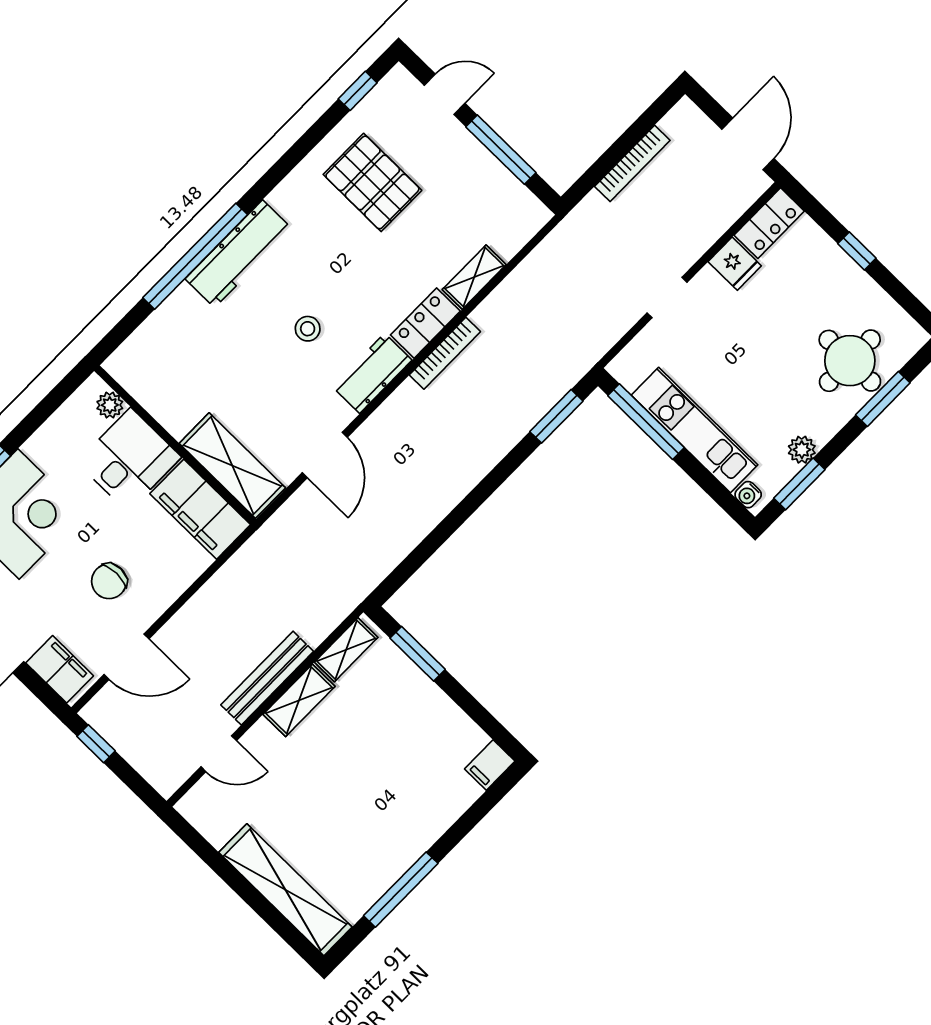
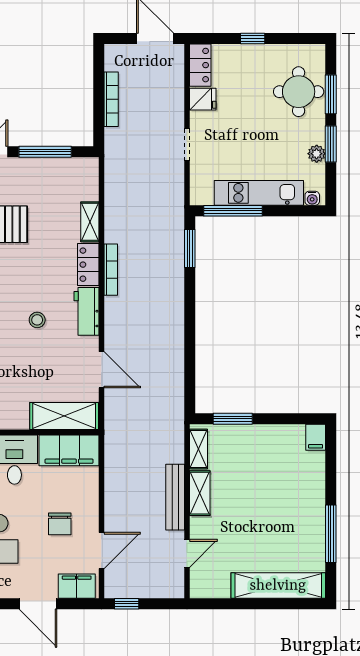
window: (799, 484) -> (331, 144), moved

